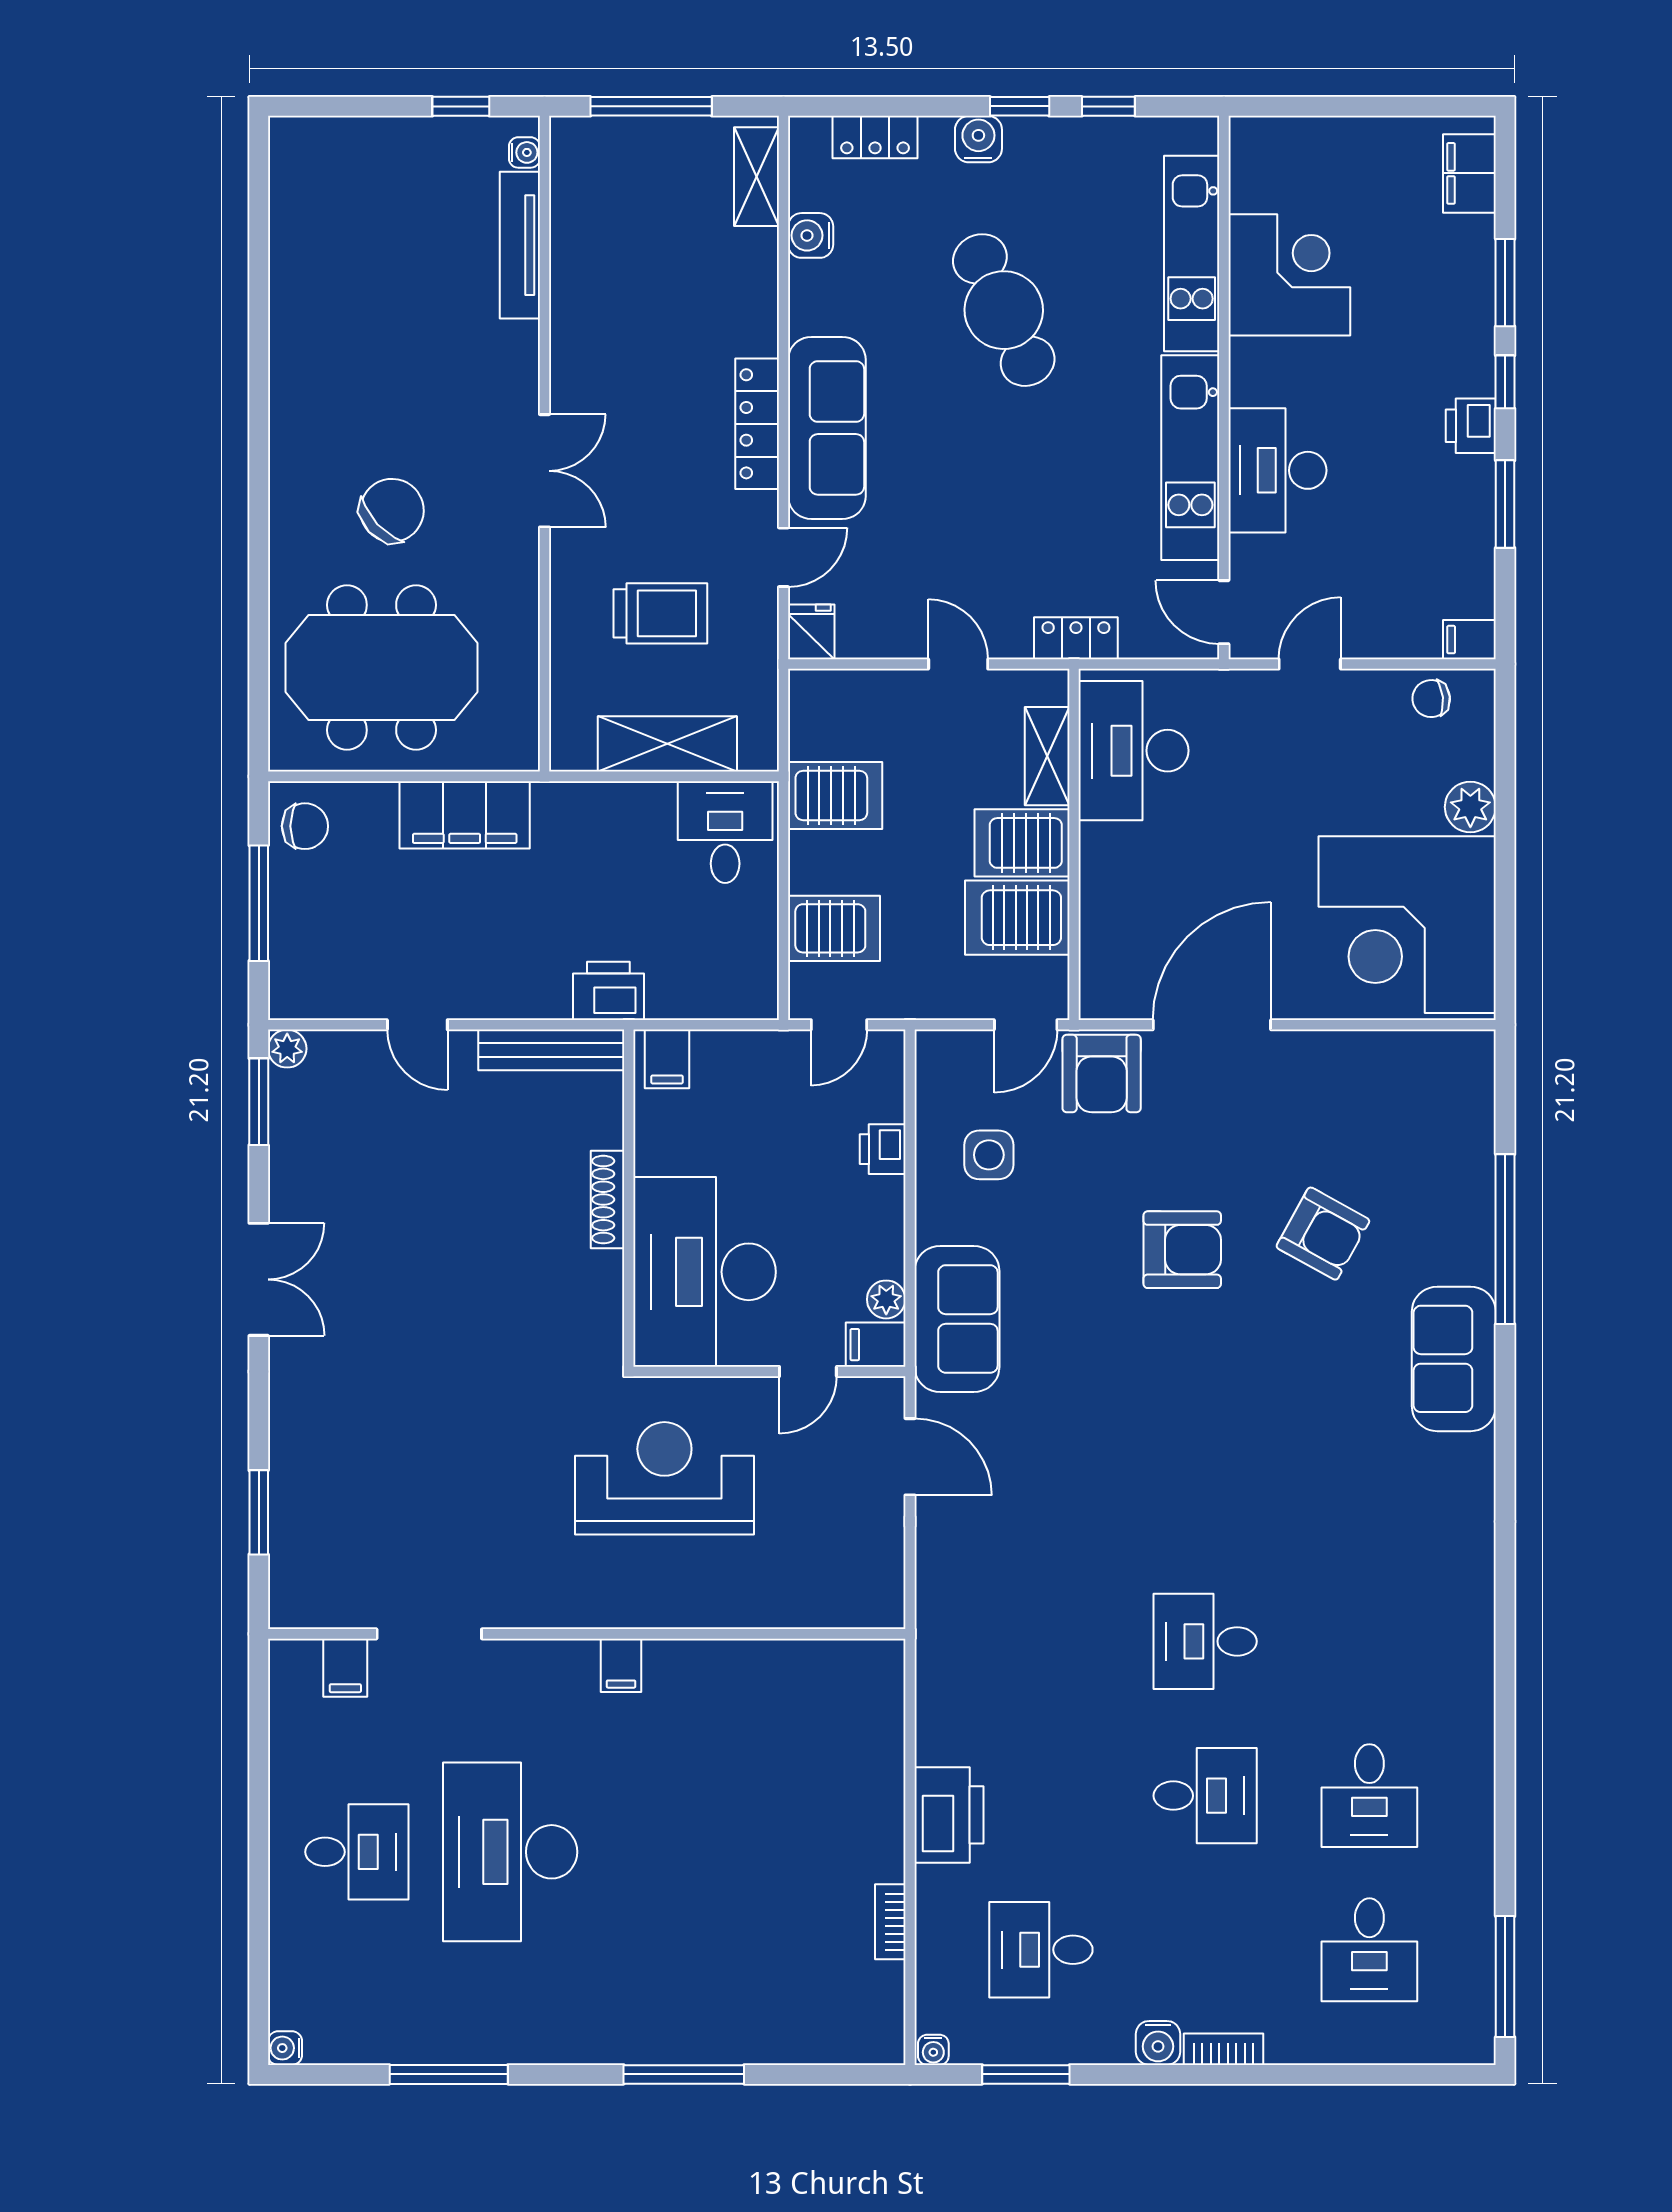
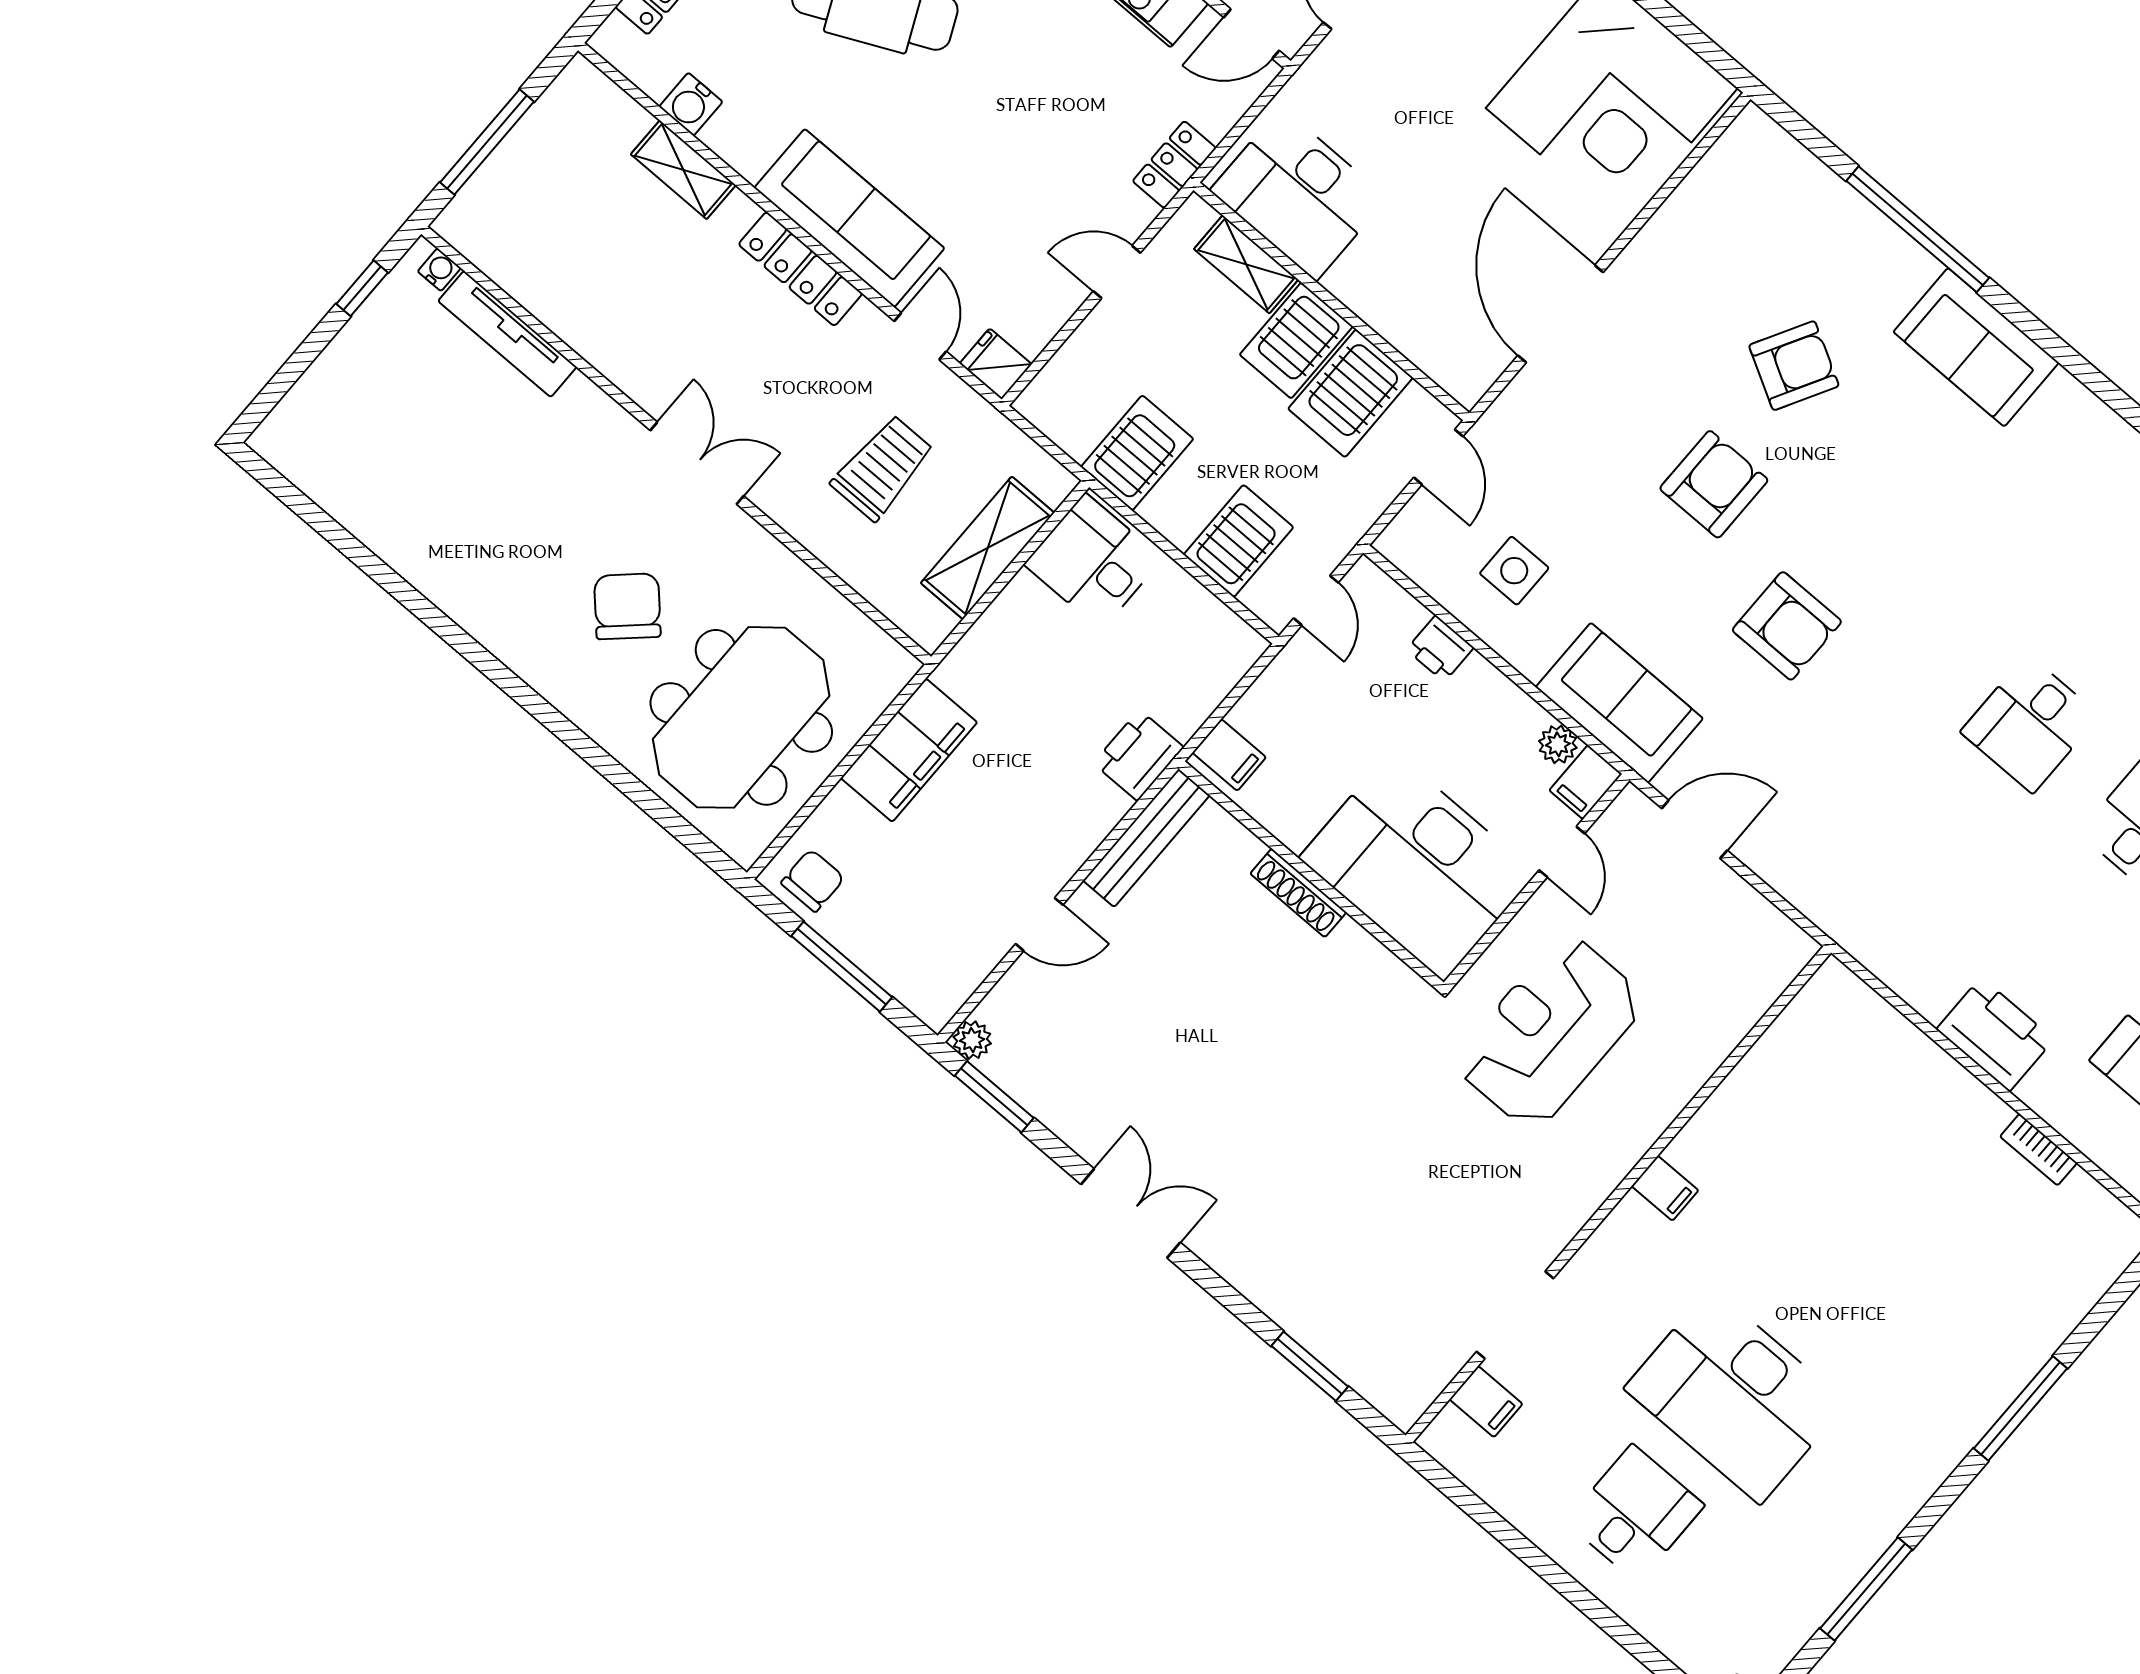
shelving: (756, 177) -> (683, 170), moved
armchair: (1102, 1073) -> (1787, 626), moved

